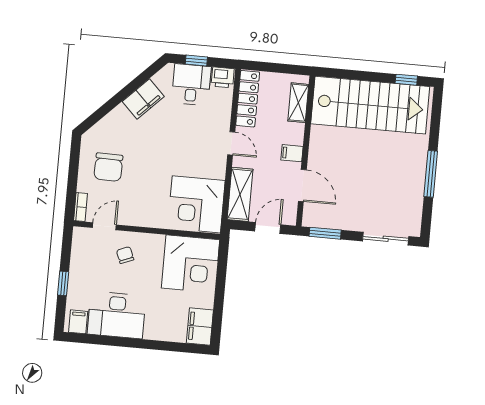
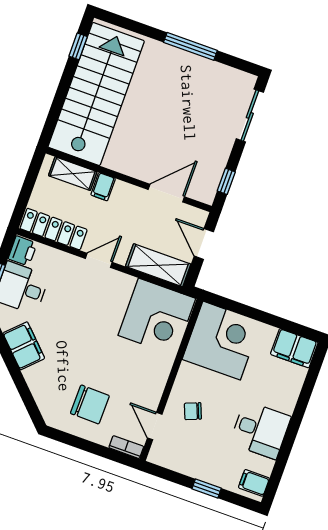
filing cabinet: (292, 153) -> (103, 187), moved
window: (325, 233) -> (226, 181), width x0.67
desk: (117, 315) -> (260, 430), width x0.73

